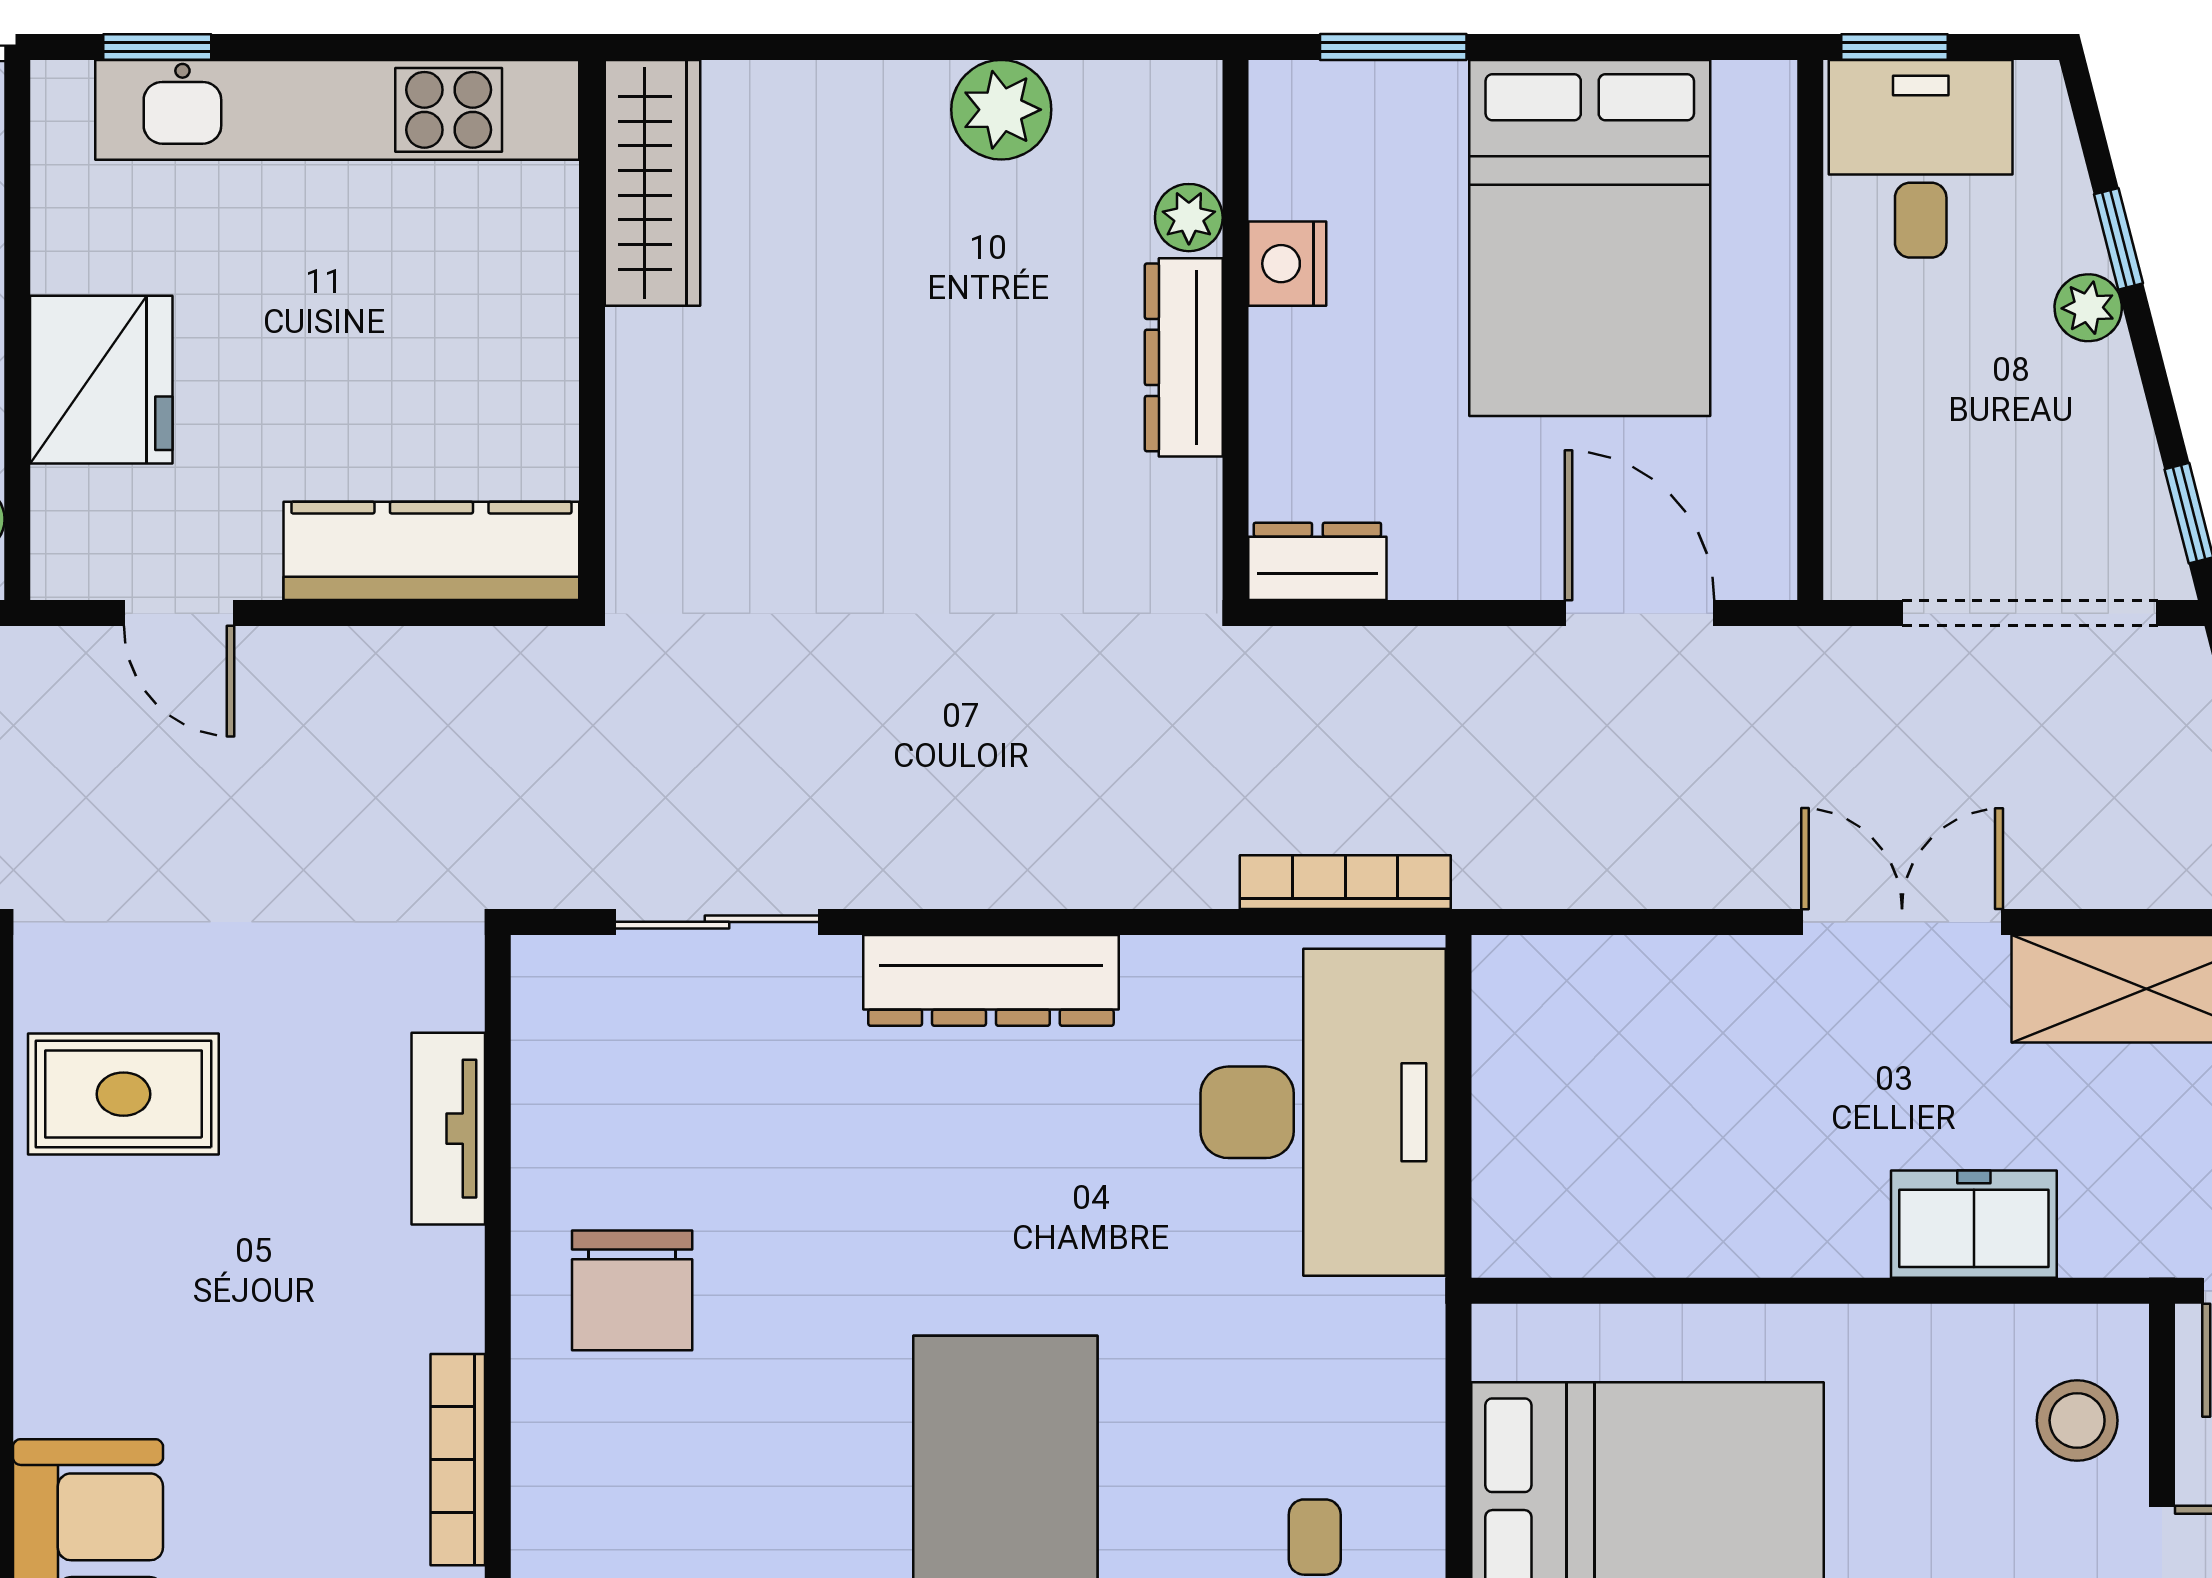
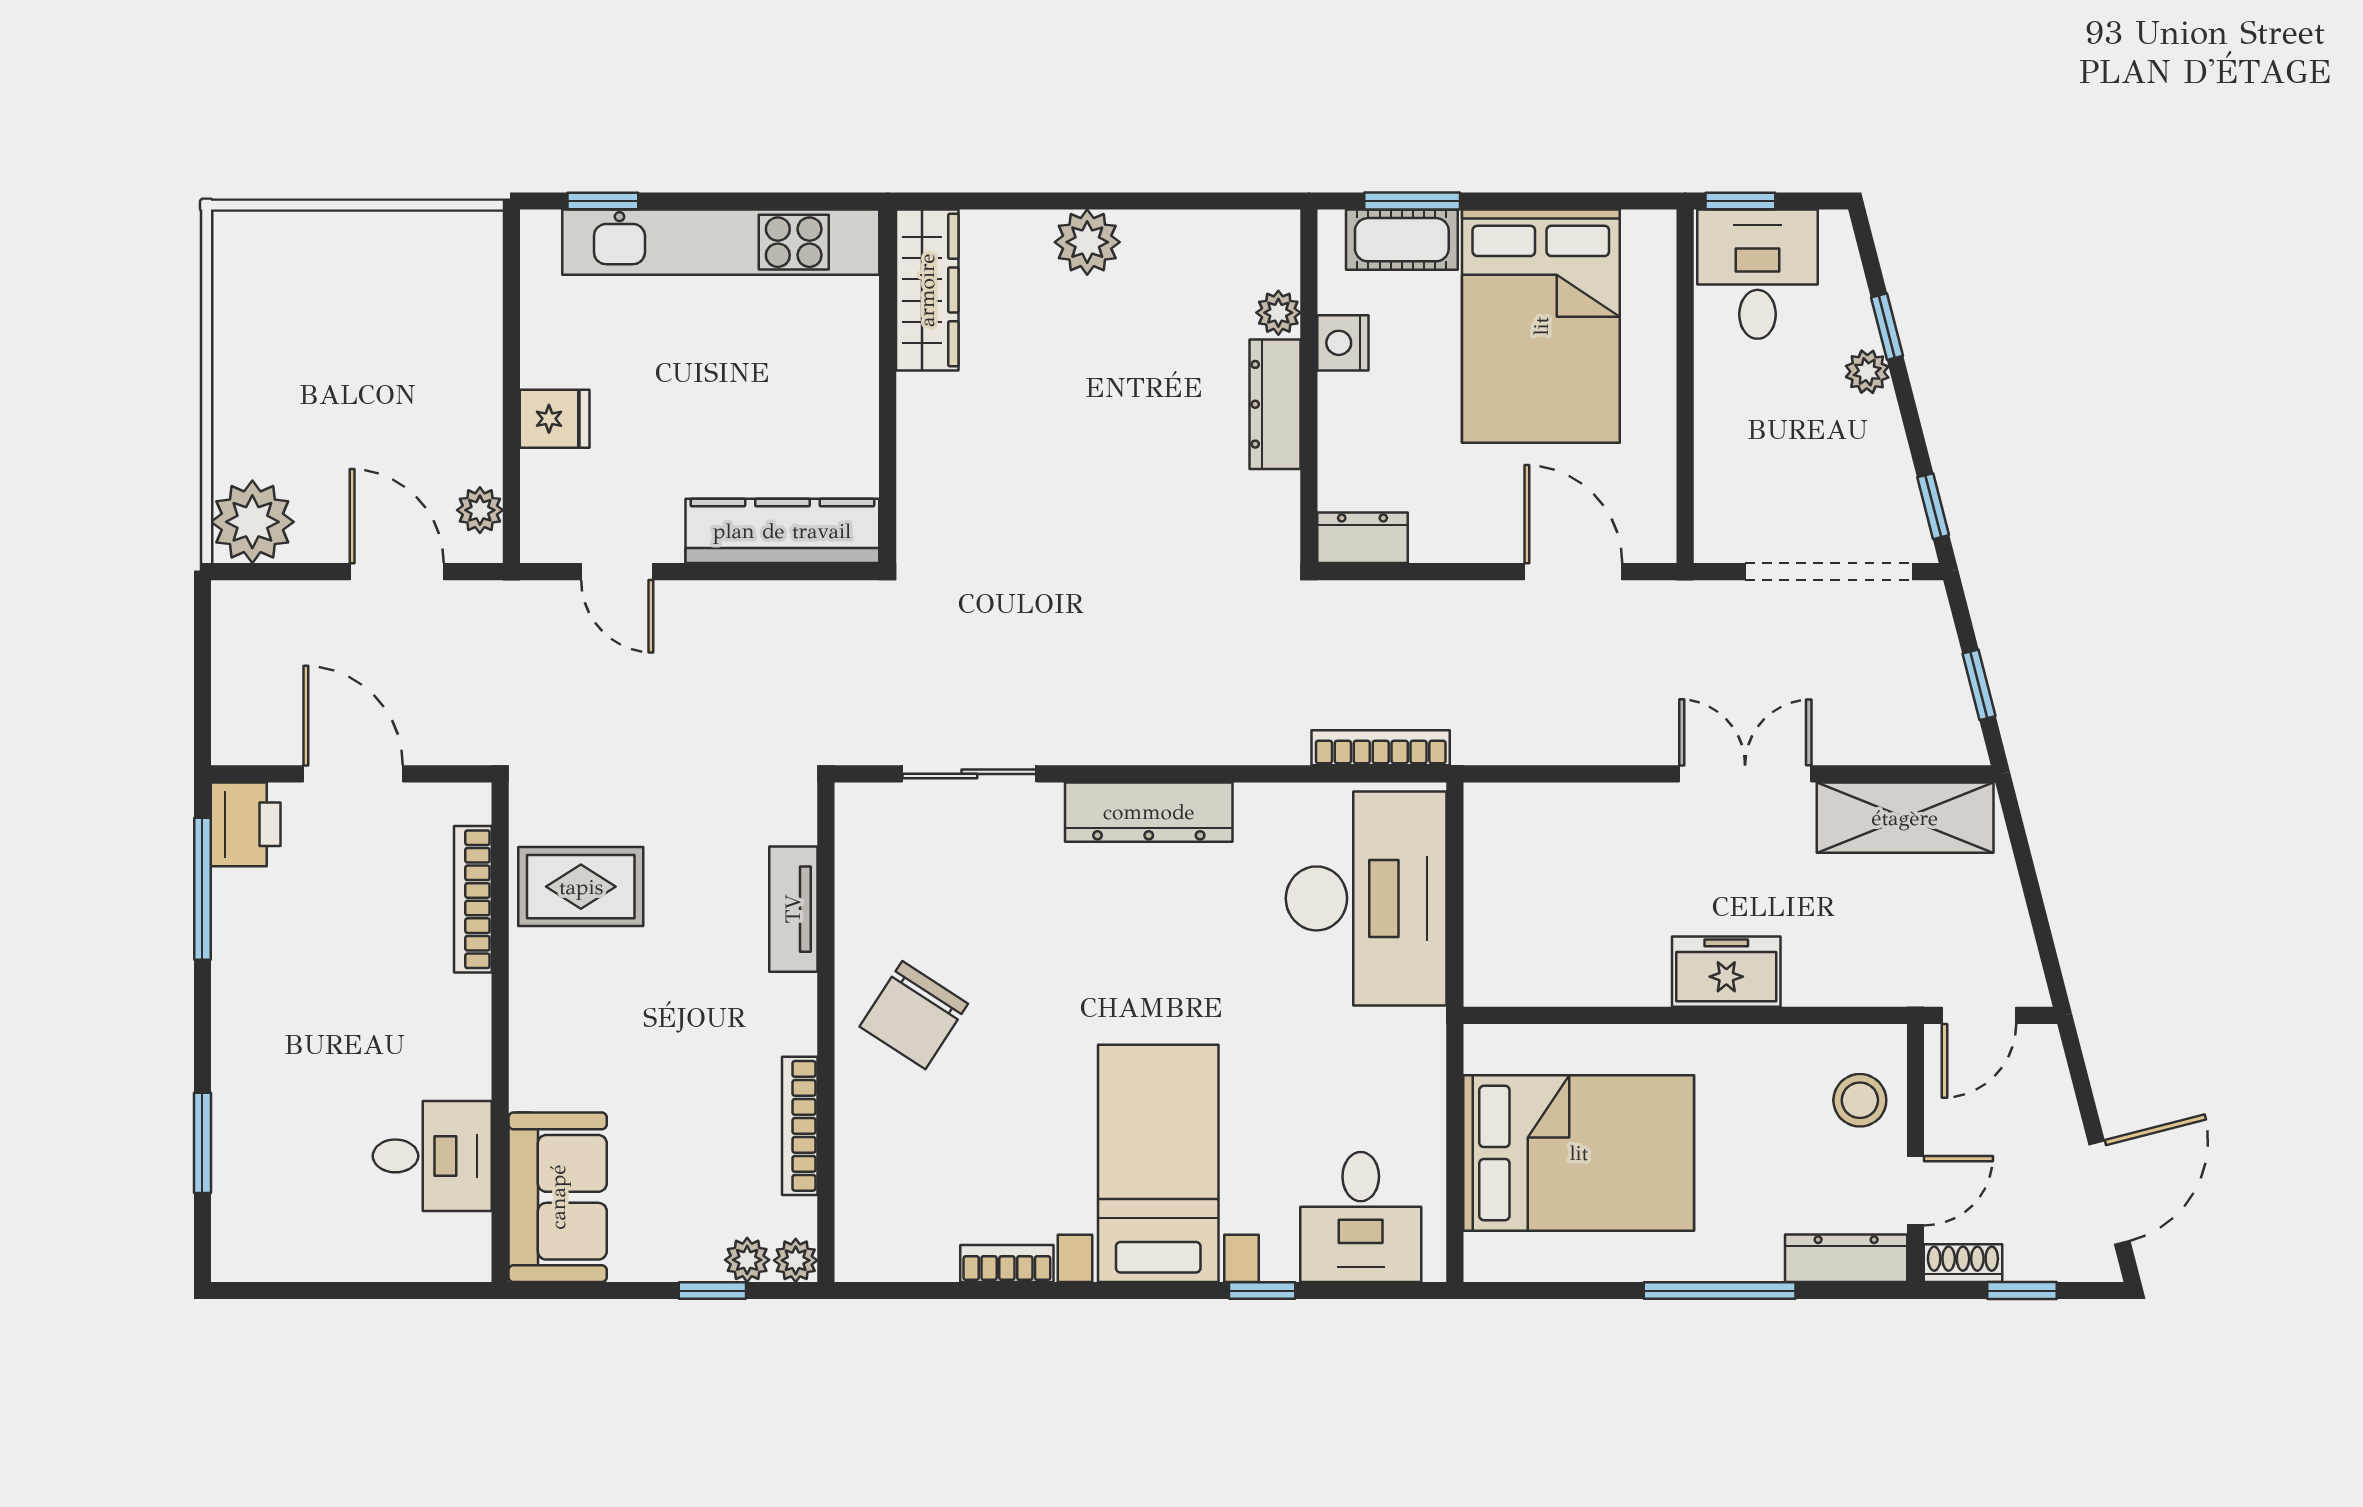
cot: (1378, 106) -> (1402, 240), added
plant: (1001, 110) -> (1087, 242), moved
fridge: (101, 380) -> (555, 419), width x0.53, depth x0.75
freezer: (1974, 1224) -> (1726, 972), moved
chair: (632, 1290) -> (914, 1015), turned 33

